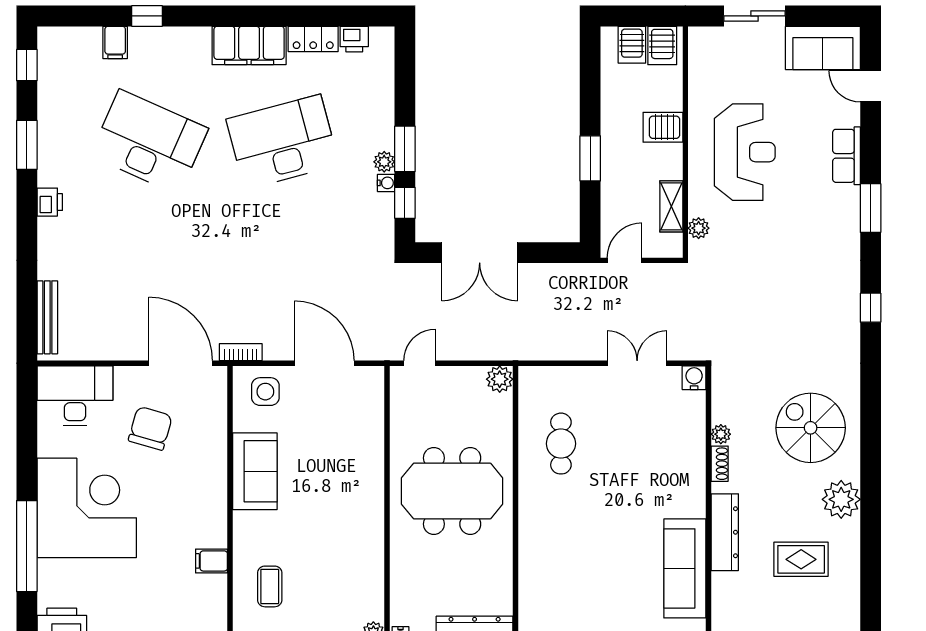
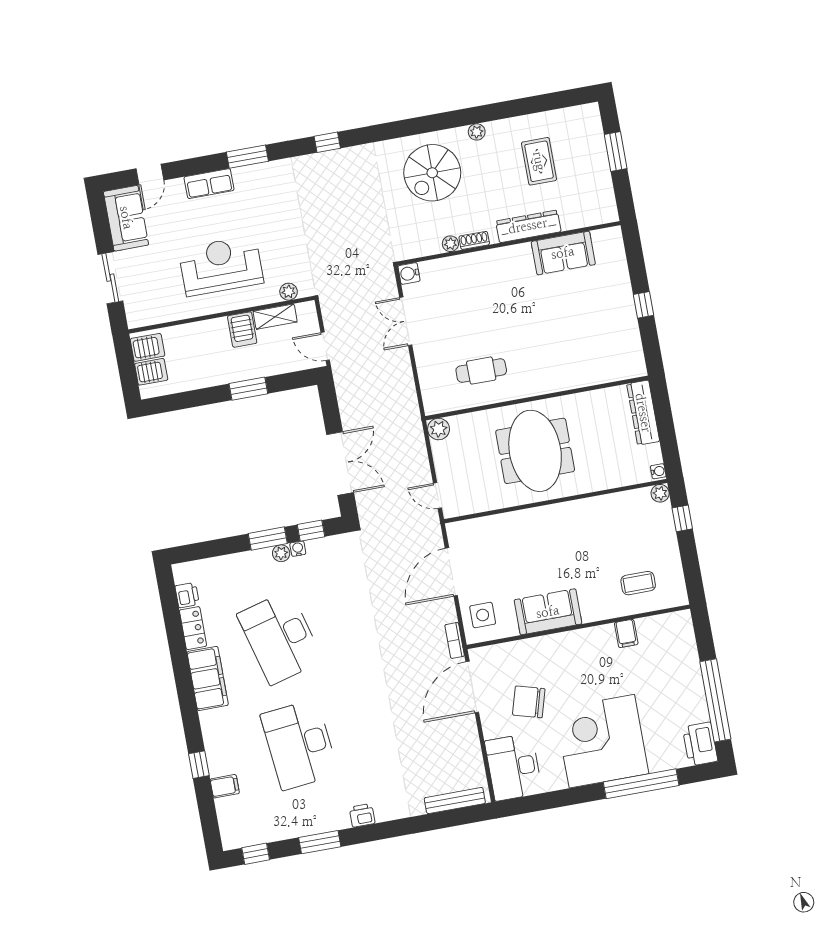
server rack: (663, 127) -> (242, 330), moved
desk: (149, 142) -> (300, 744), turned -30
plant: (841, 499) -> (477, 132), width x0.53, depth x0.53
sofa: (685, 568) -> (563, 253), width x0.73

